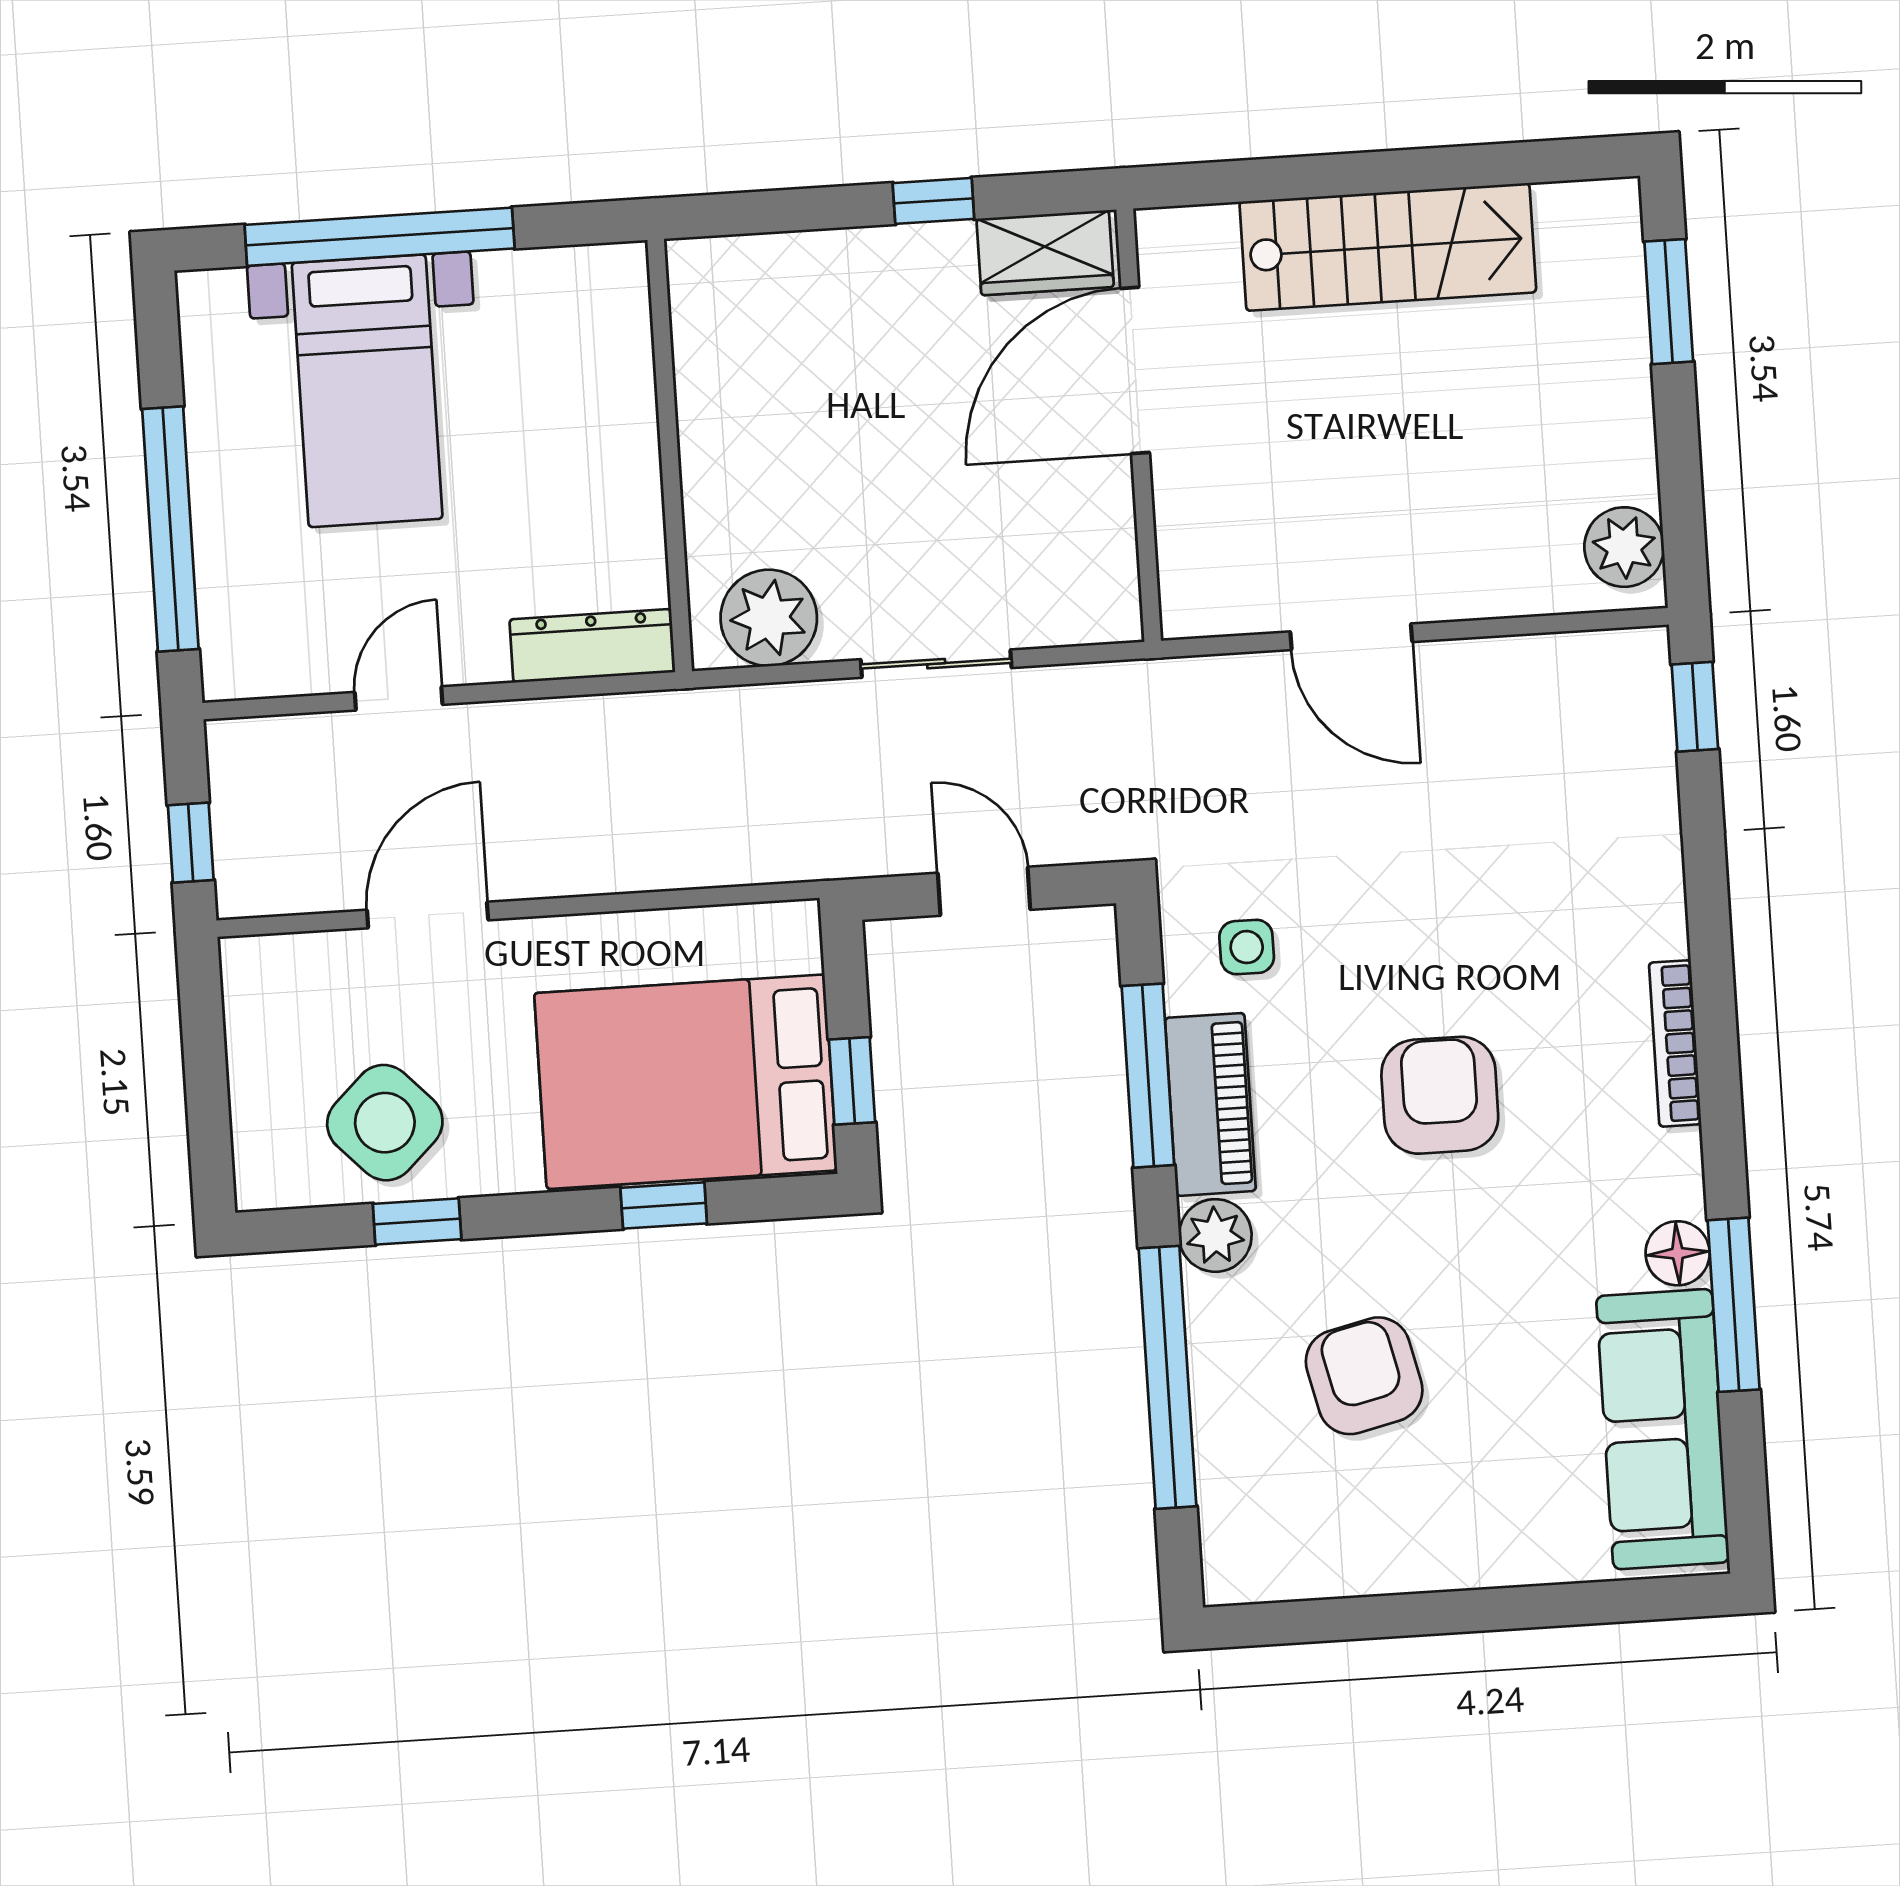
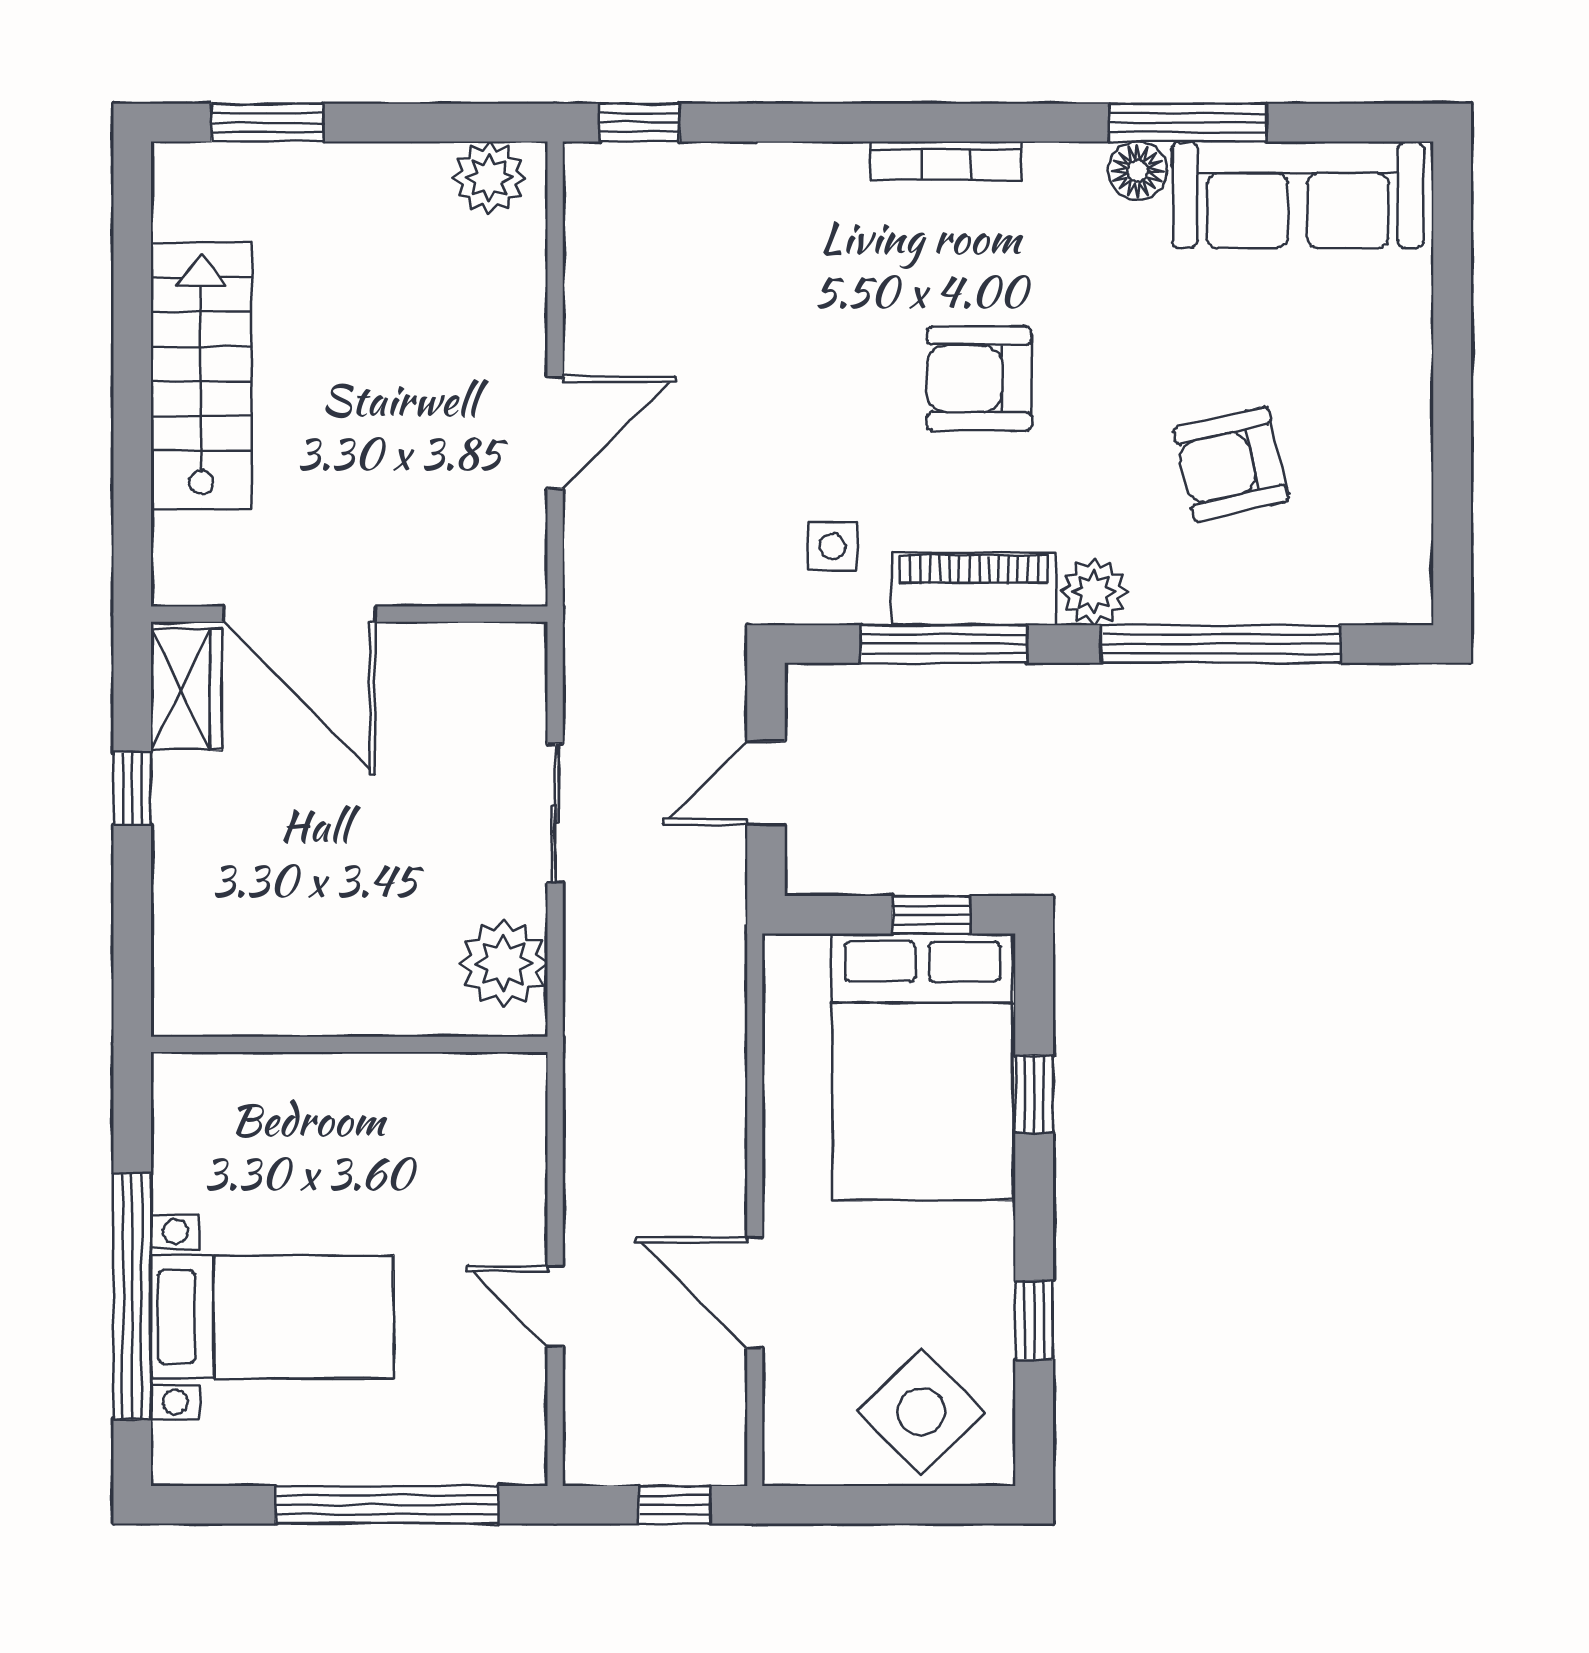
dresser: (592, 646) -> (519, 1126), removed
side table: (385, 1123) -> (921, 1412), moved

